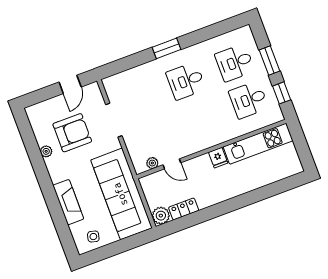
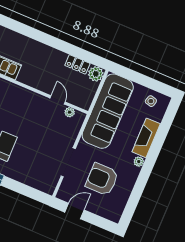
plant: (46, 151) -> (139, 162), moved
fridge: (218, 158) -> (25, 76), removed

